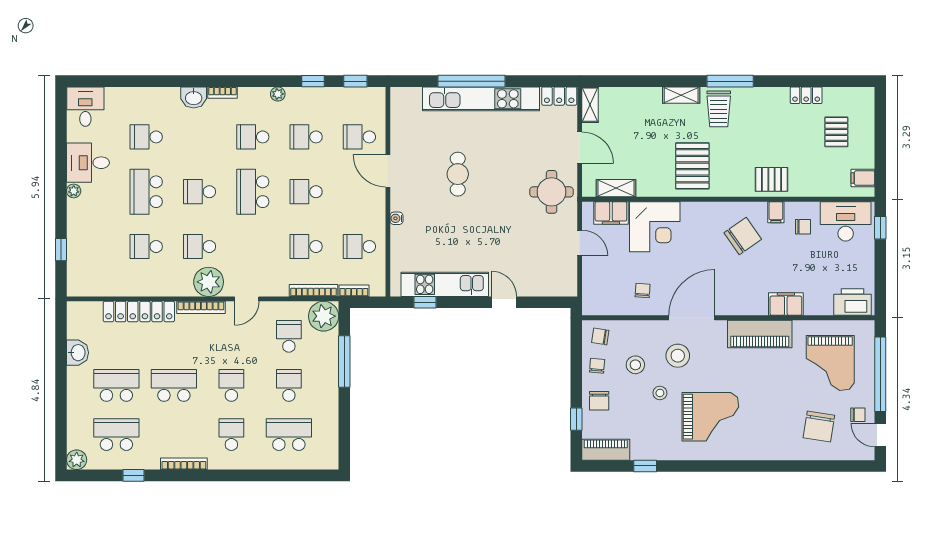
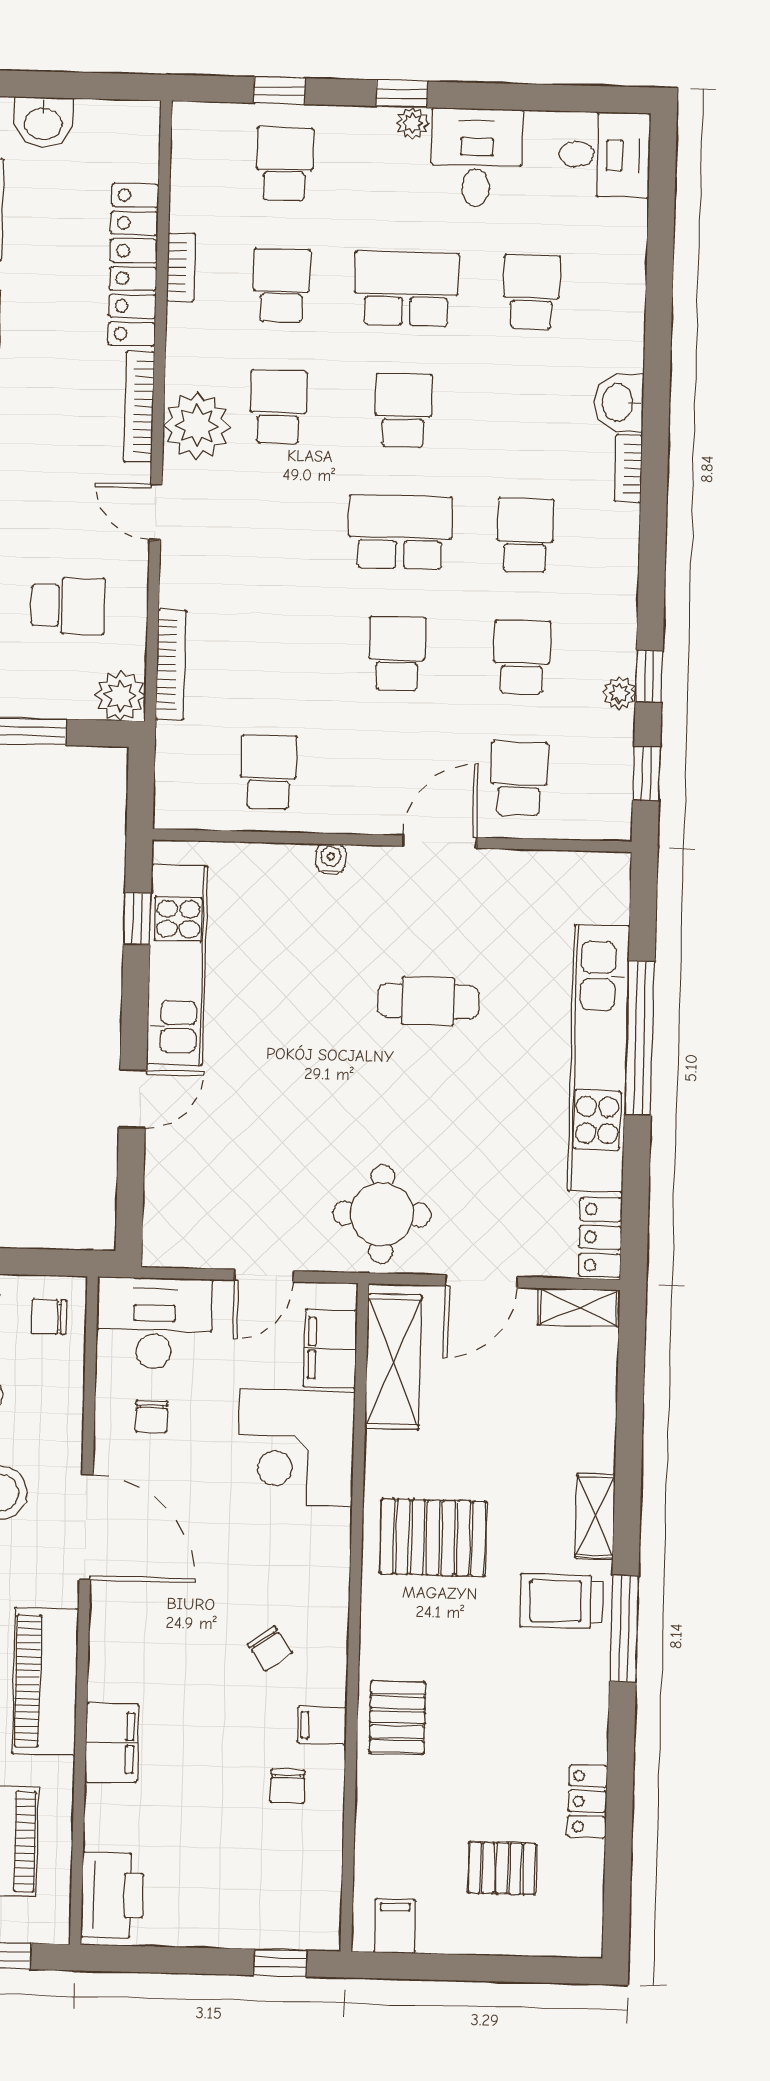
plant: (278, 94) -> (619, 693), moved
shelving: (616, 188) -> (393, 1362), width x1.50, depth x1.33
window: (61, 196) -> (402, 94), added
desk: (846, 221) -> (154, 1323), moved, turned -90
chair: (743, 236) -> (270, 1648), width x0.54, depth x0.54
school desk: (306, 247) -> (285, 164), moved
chair: (643, 290) -> (151, 1416), turned 86
bookcase: (354, 291) -> (181, 267), moved
plant: (324, 316) -> (121, 696), width x0.73, depth x0.73
chair: (600, 336) -> (49, 1317), turned -99

